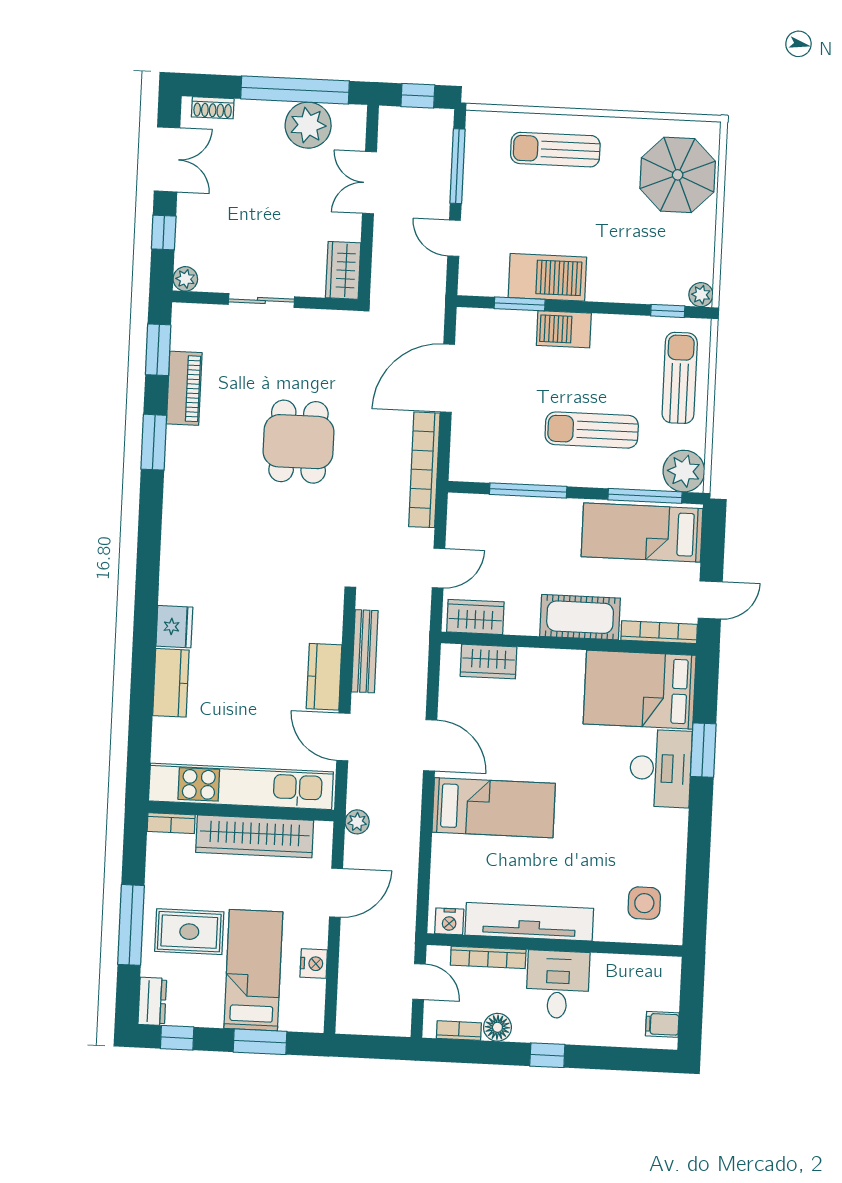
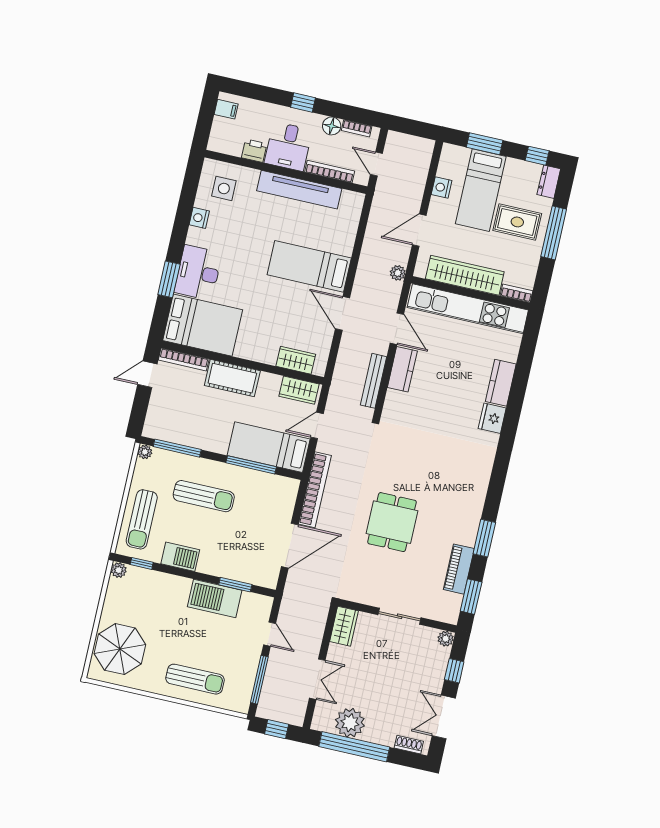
barbecue: (564, 329) -> (180, 557), moved
plant: (684, 471) -> (145, 452), width x0.53, depth x0.53
bed: (642, 533) -> (269, 447), moved, turned 180
nightstand: (449, 921) -> (199, 218), moved, turned -90
printer: (608, 969) -> (254, 151), added

